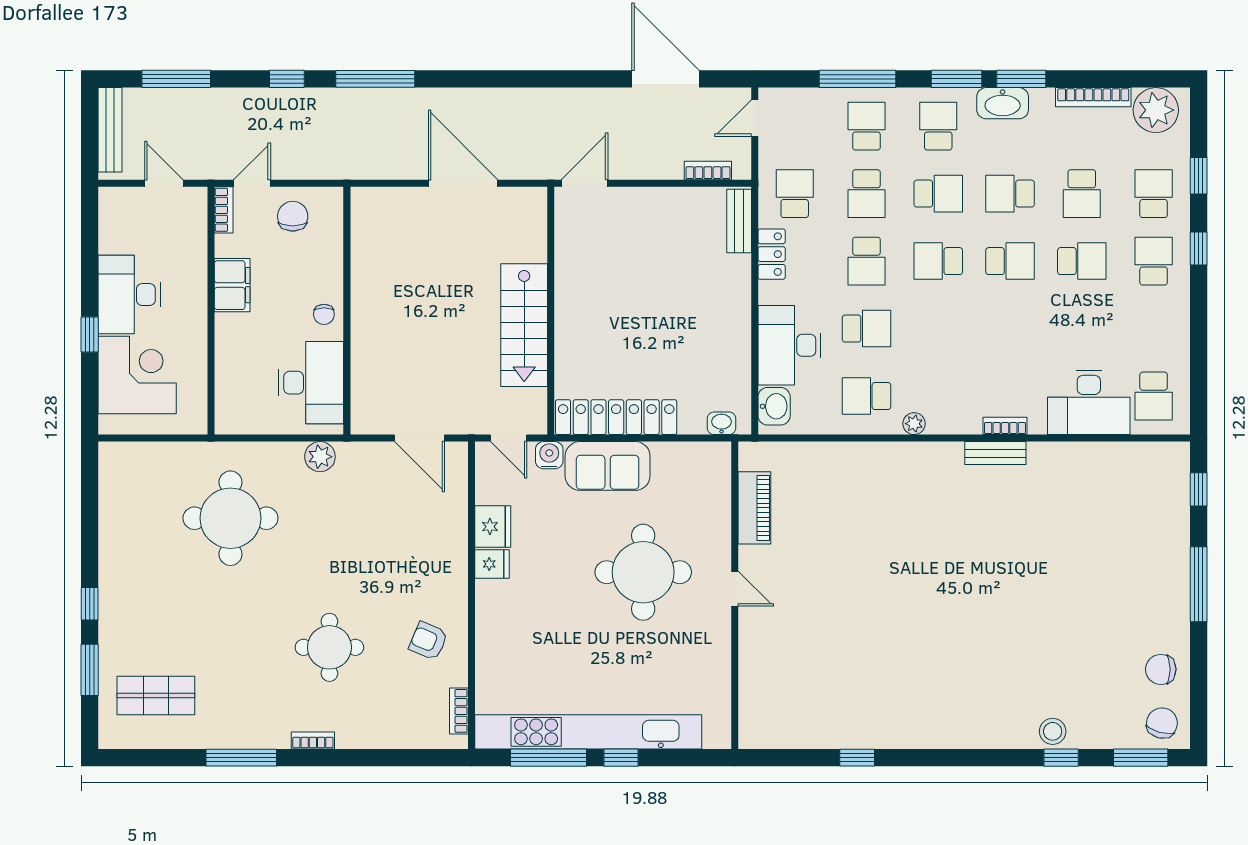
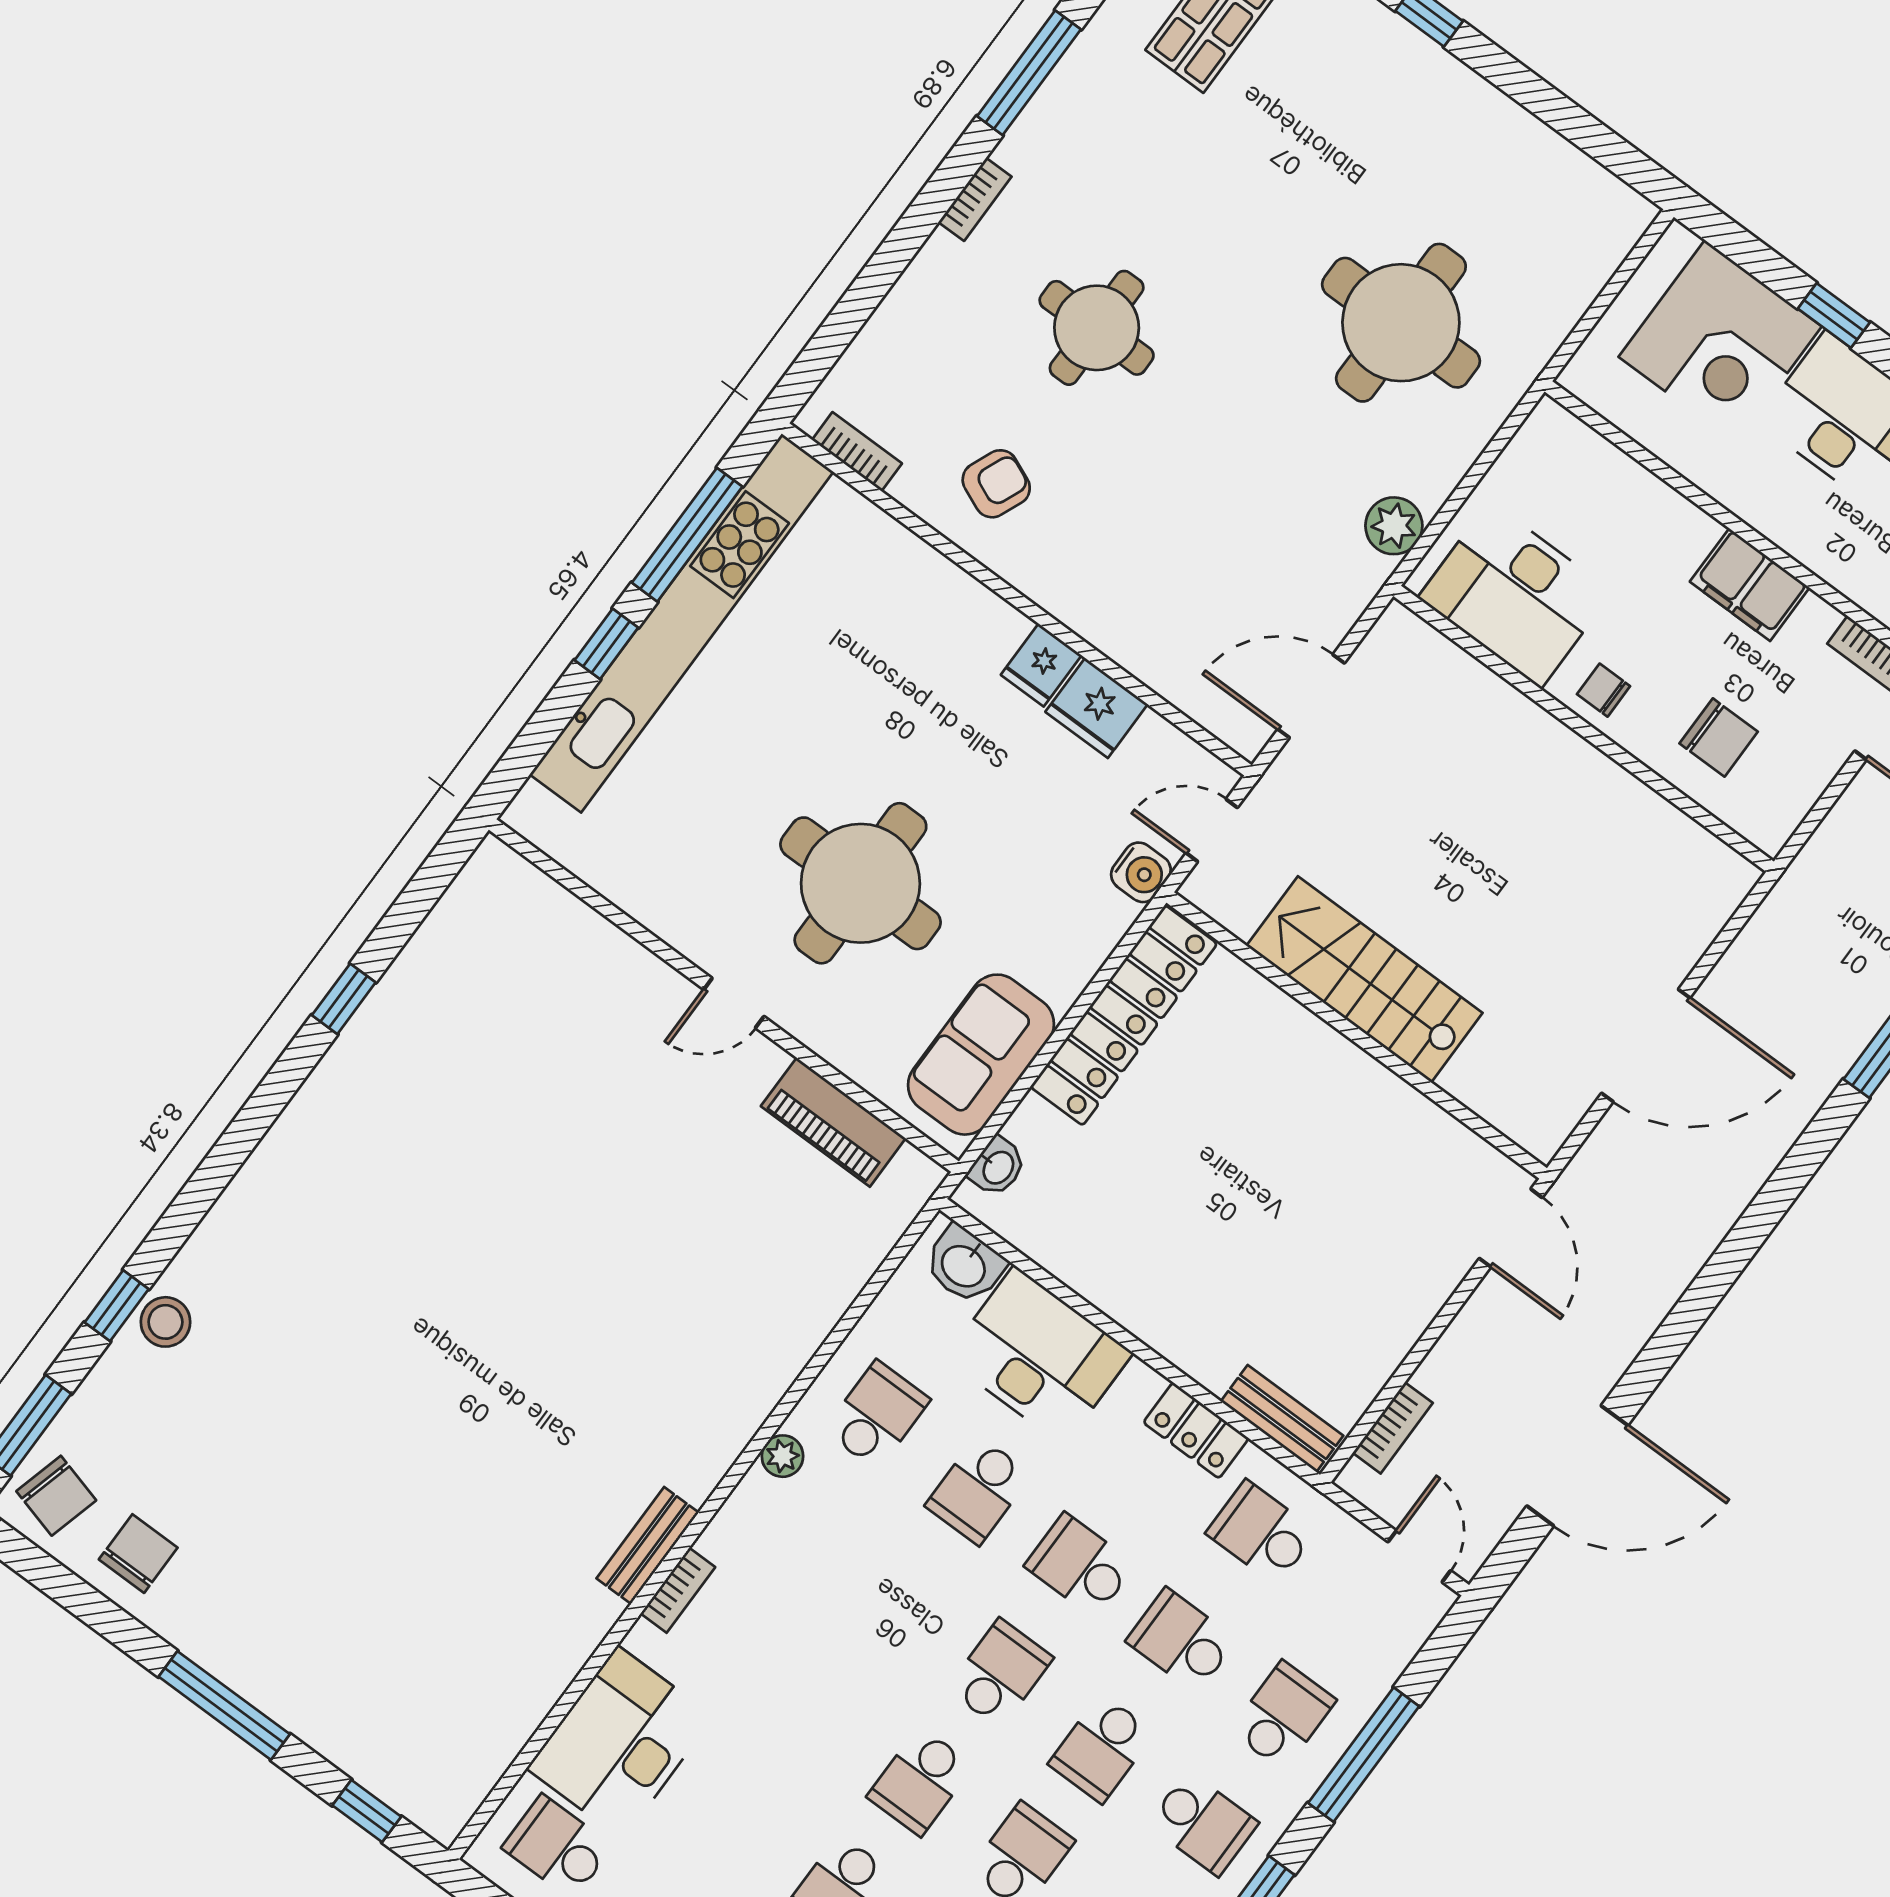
school desk: (866, 126) -> (1283, 1716), turned -90
school desk: (795, 194) -> (1261, 1532), turned 180
chair: (293, 216) -> (1719, 738), moved
sofa: (608, 466) -> (981, 1055), moved

